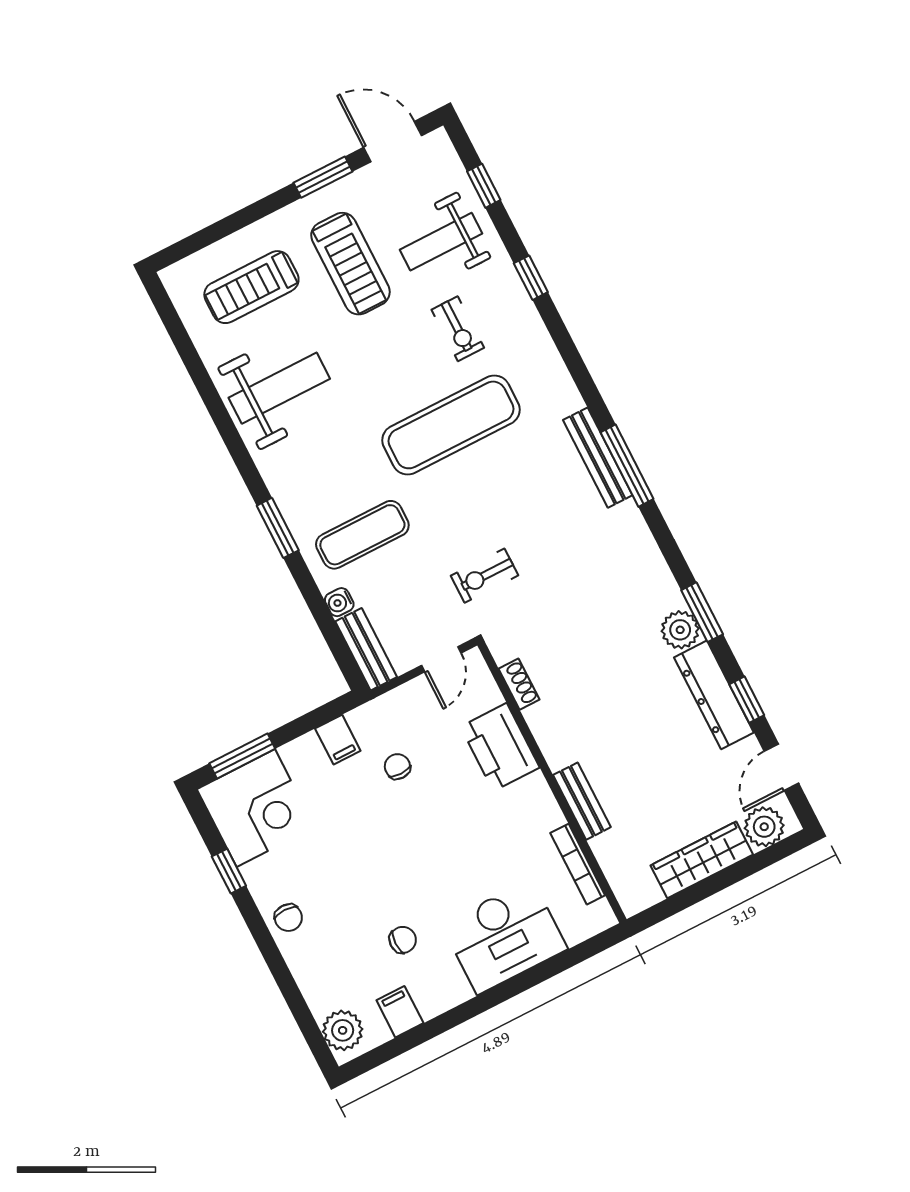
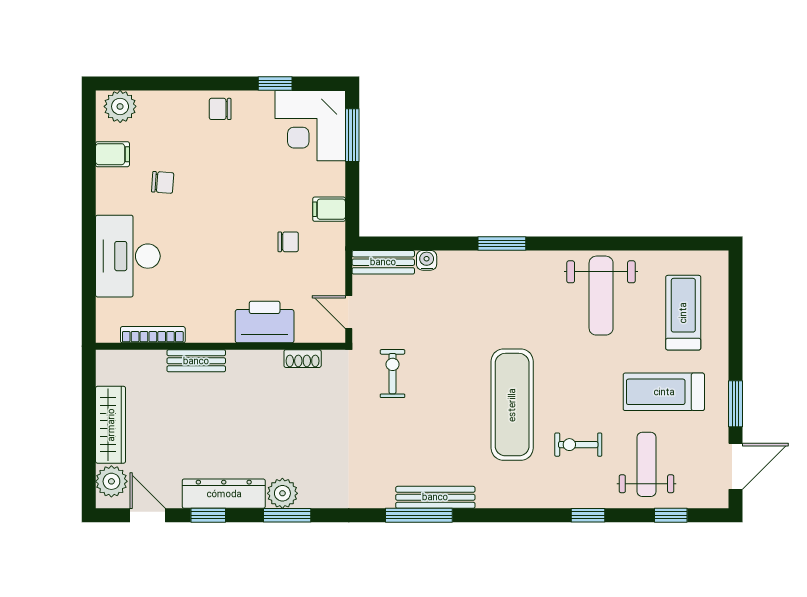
exercise mat: (362, 535) -> (466, 301), removed
chair: (403, 940) -> (163, 182), turned -86

